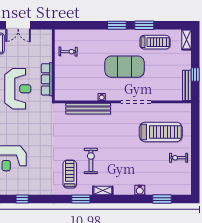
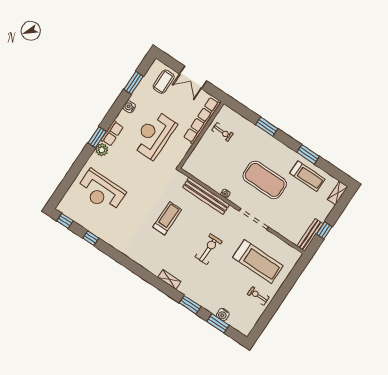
window: (117, 25) -> (267, 127), moved
row of seats: (47, 79) -> (202, 121), moved, width x1.36
reception desk: (18, 89) -> (154, 135), turned 180
exercise bike: (91, 161) -> (209, 249), moved
treadmill: (70, 174) -> (167, 218), moved
water cooler: (140, 190) -> (223, 315), moved
window: (81, 199) -> (190, 305), moved

